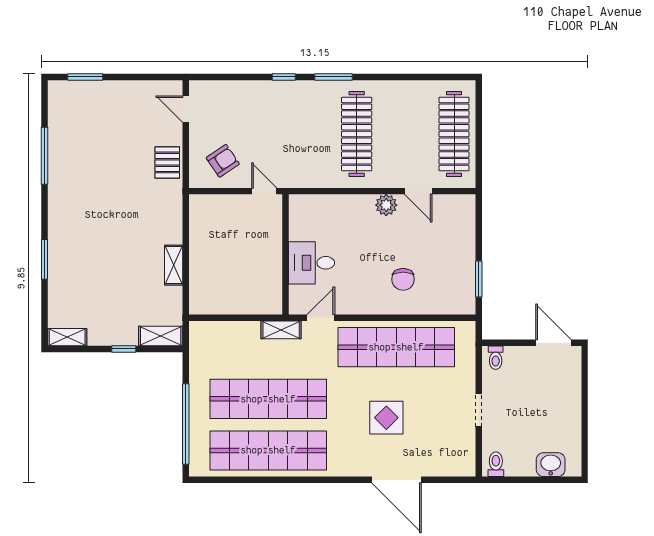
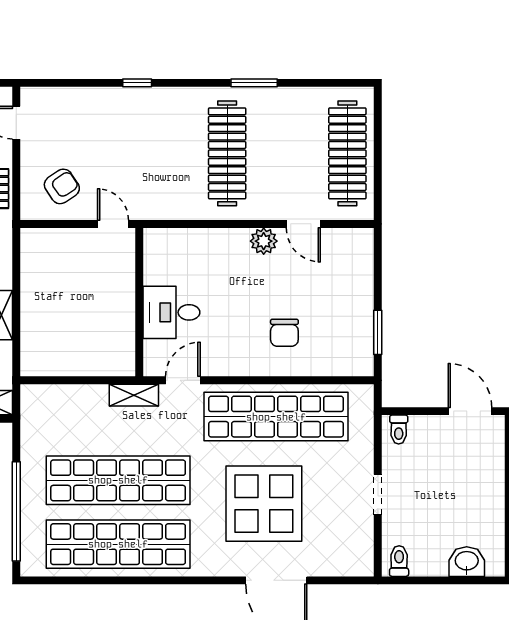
window: (334, 77) -> (254, 83), moved
display table: (386, 418) -> (264, 504), width x1.86, depth x1.86

